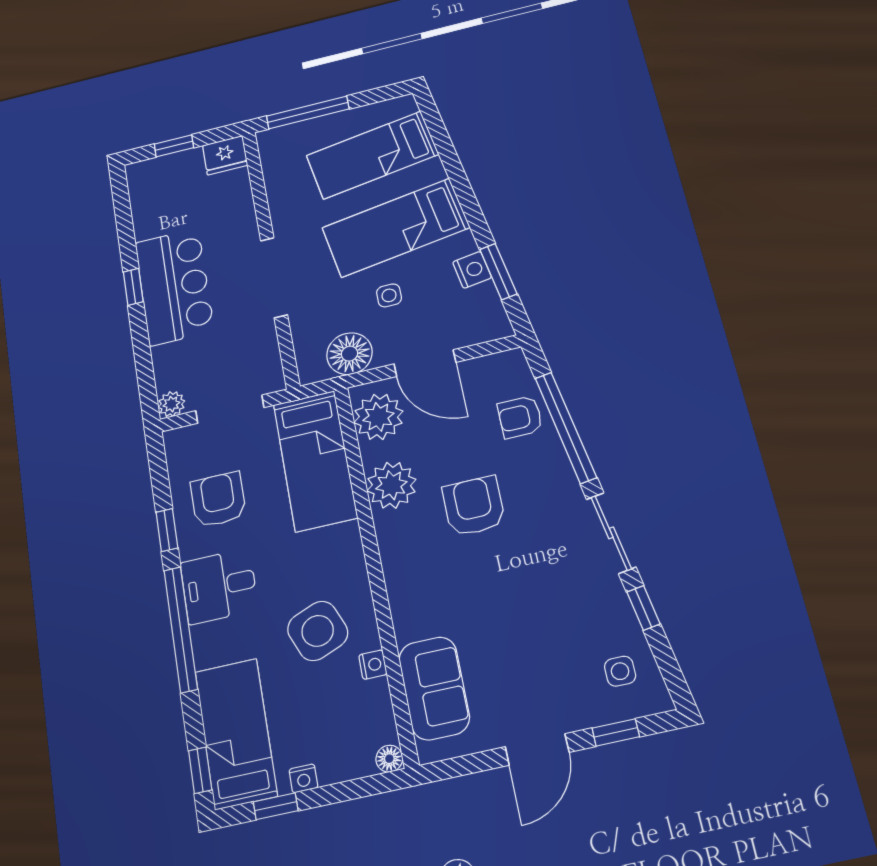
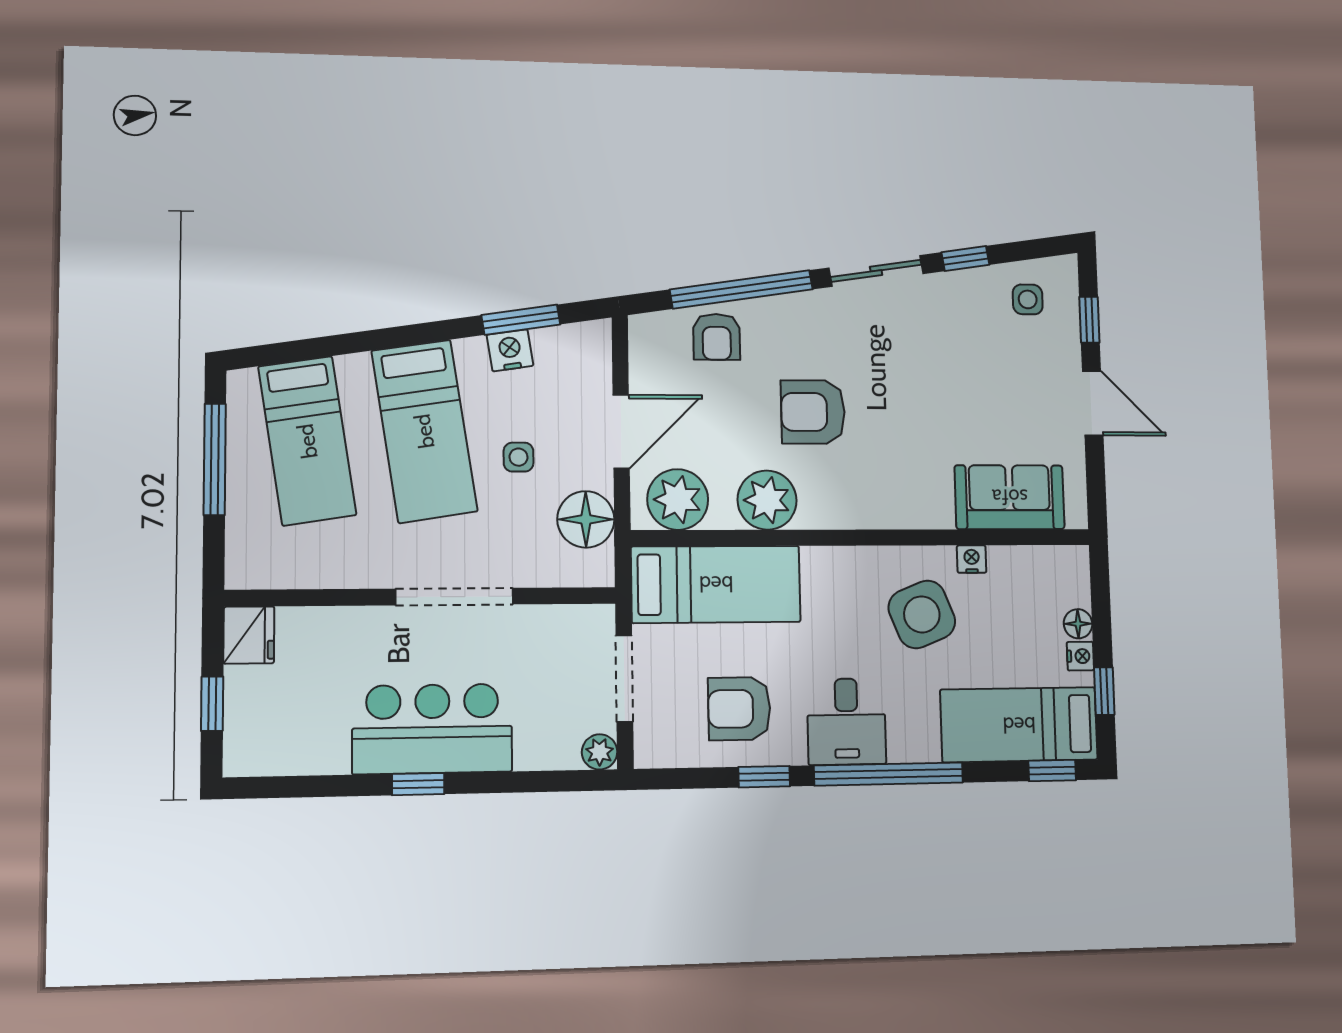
window: (308, 112) -> (215, 459), moved
floor lamp: (389, 759) -> (1078, 624), moved

